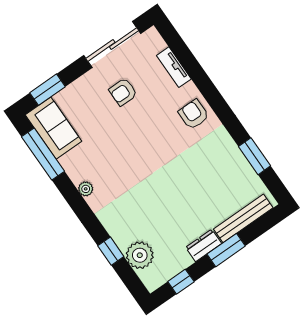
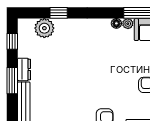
floor lamp: (76, 176) -> (116, 23), added
plant: (86, 189) -> (128, 24), moved

